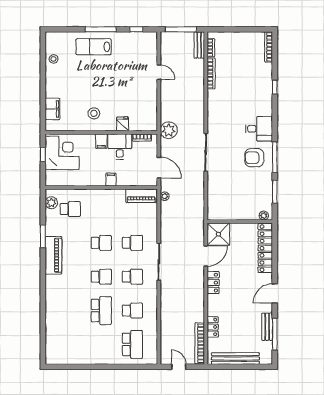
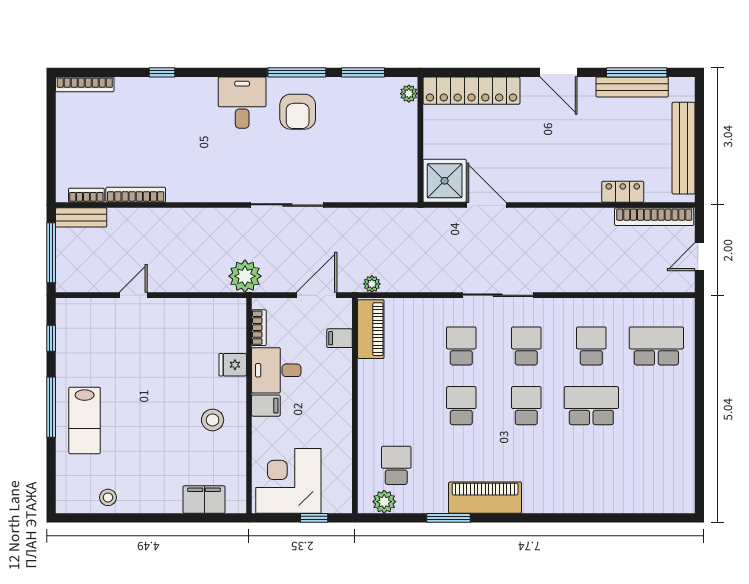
window: (43, 154) -> (314, 518), moved
filing cabinet: (111, 179) -> (340, 338), moved
locker: (213, 283) -> (538, 191), removed
bench: (267, 327) -> (632, 87), width x1.36

